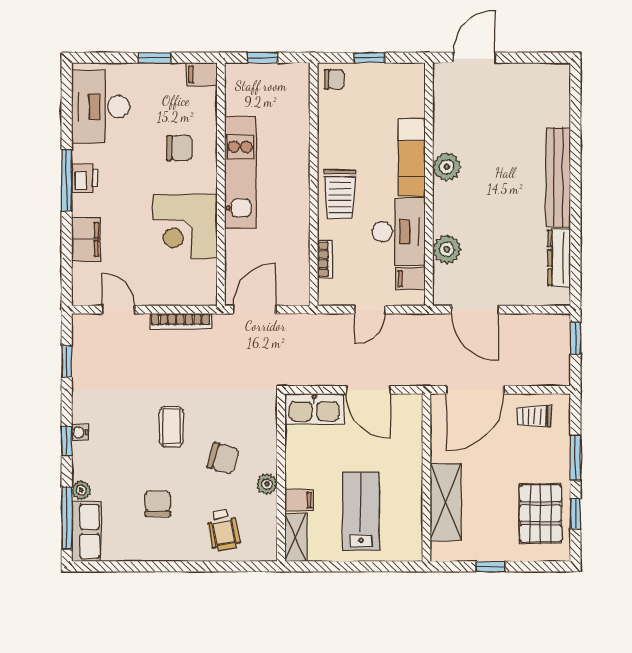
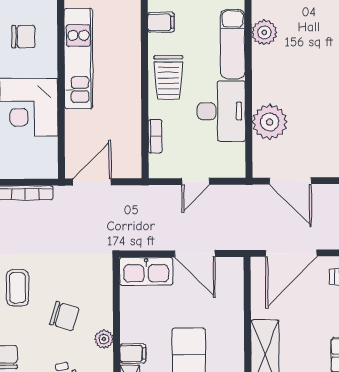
plant: (447, 167) -> (264, 32), moved
plant: (447, 249) -> (270, 122), width x1.36, depth x1.36
filing cabinet: (410, 279) -> (161, 22), moved, turned 180

